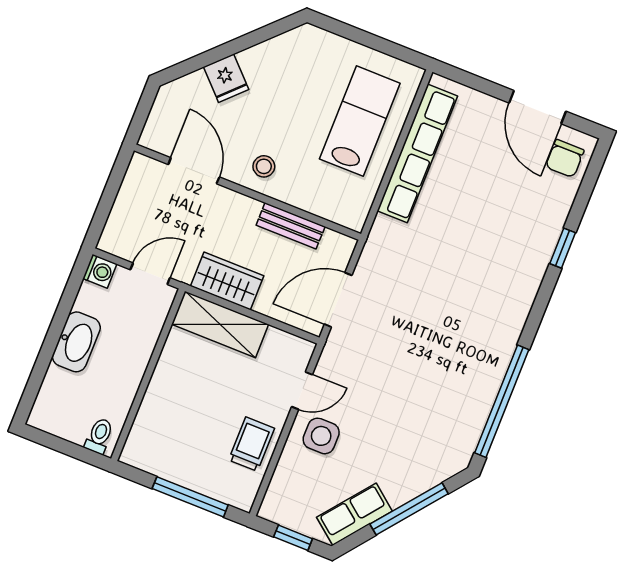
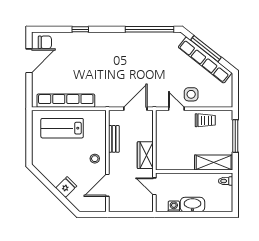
washing machine: (100, 271) -> (174, 206), moved
door: (338, 300) -> (135, 109), swing flipped
shelving: (220, 324) -> (214, 163), moved, turned 90
trolley: (252, 444) -> (205, 120), turned 180
row of seats: (354, 514) -> (205, 60), width x2.02
window: (293, 538) -> (235, 89), removed

